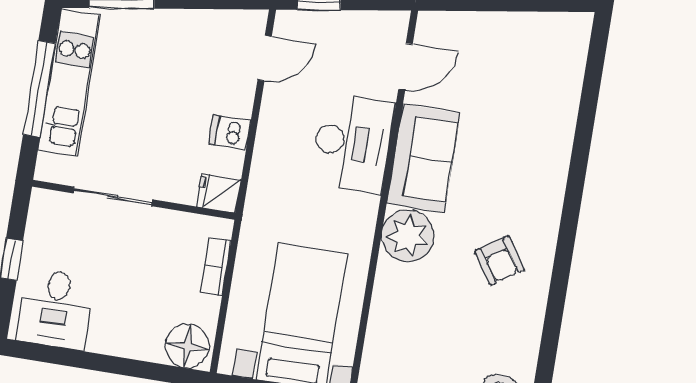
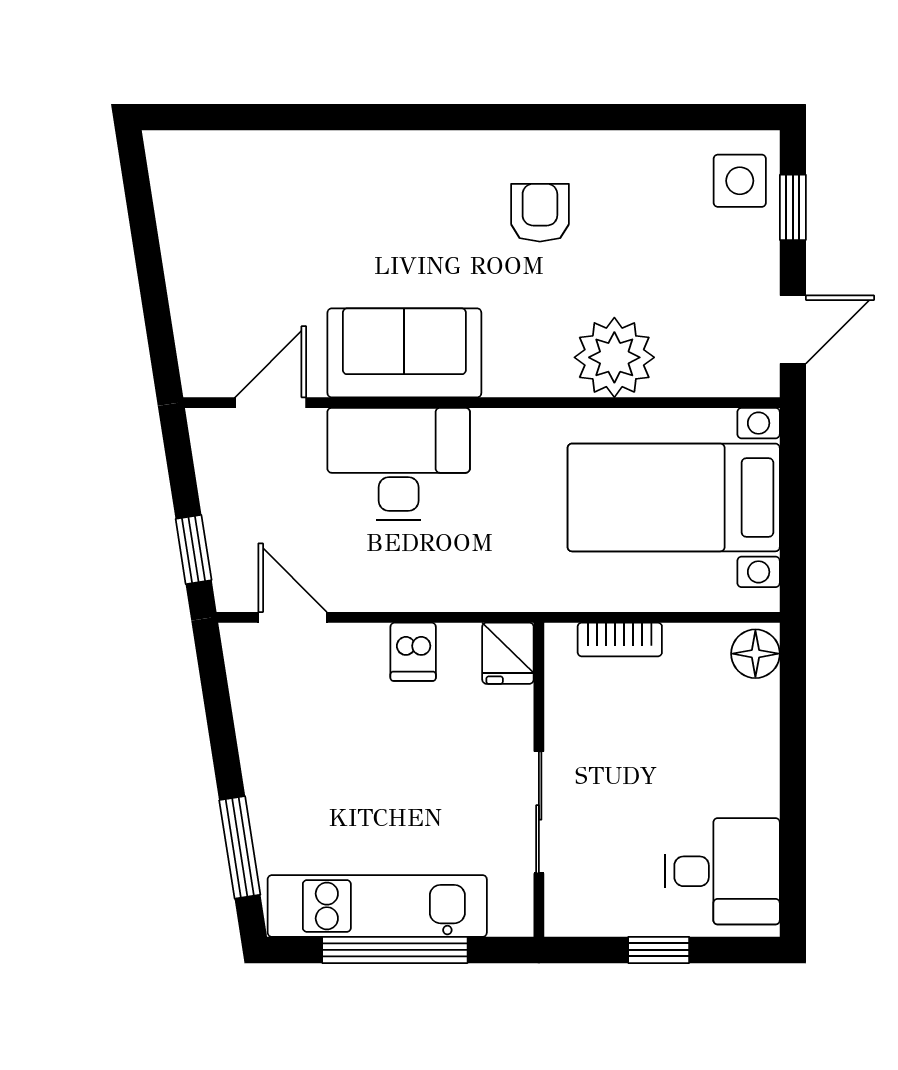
door: (405, 67) -> (271, 403), hinge flipped
plant: (408, 236) -> (614, 357), moved
armchair: (499, 260) -> (540, 213), turned -56
floor lamp: (187, 346) -> (755, 654), width x0.73, depth x0.73

